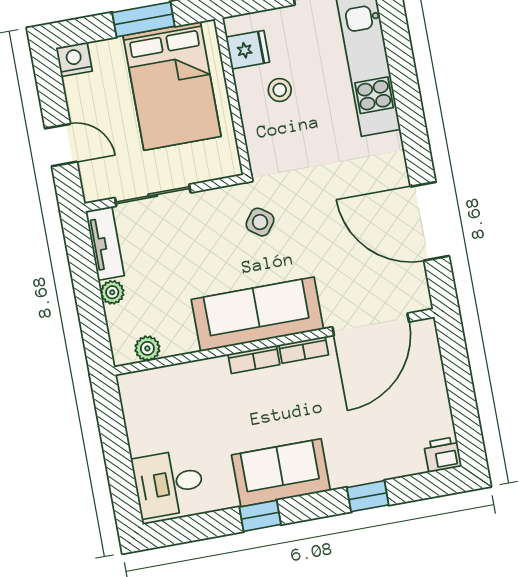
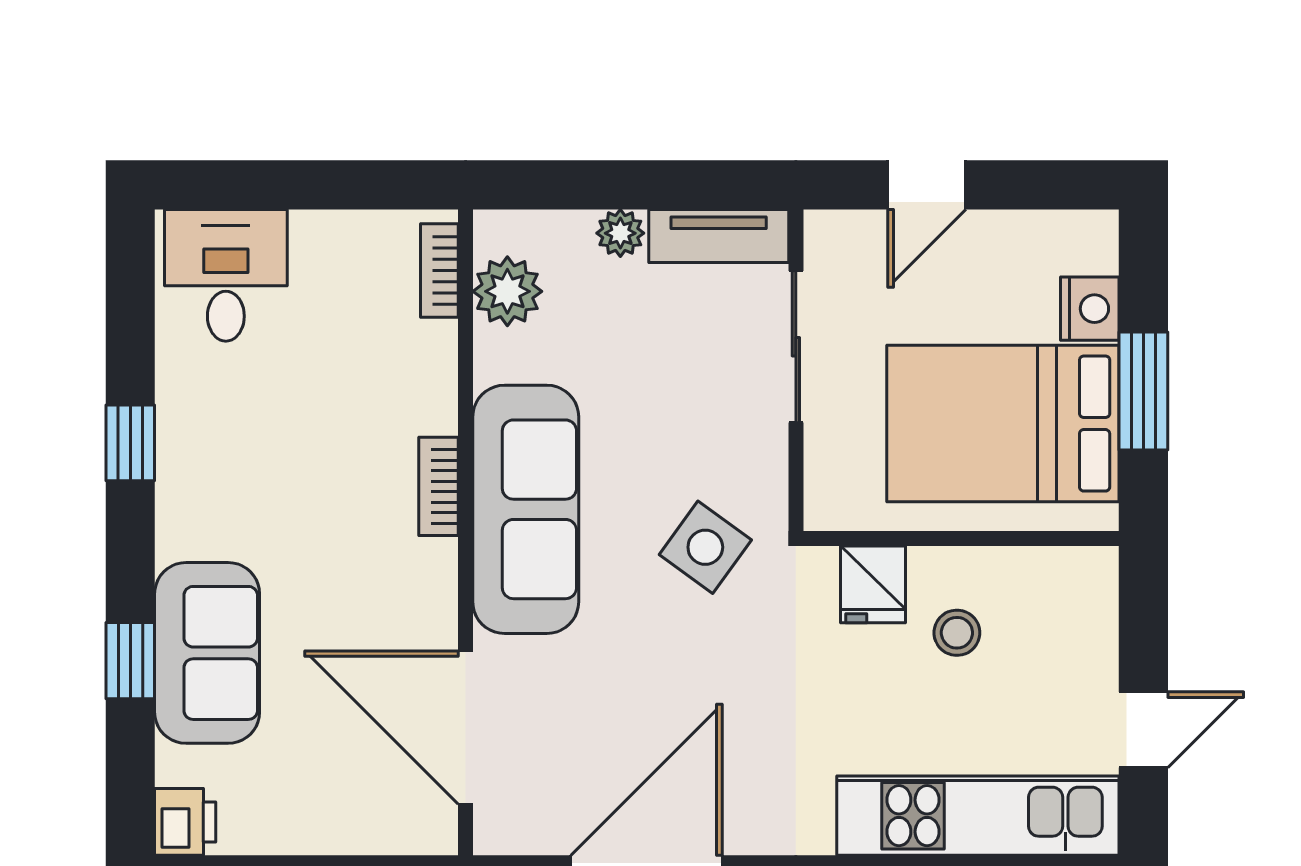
fridge: (248, 50) -> (873, 584), moved
nightstand: (74, 59) -> (1090, 309), moved
side table: (260, 222) -> (705, 547), width x1.37, depth x1.37
plant: (147, 348) -> (507, 291), width x1.38, depth x1.38
bookcase: (304, 350) -> (439, 271), moved
sofa: (281, 473) -> (207, 653), moved

